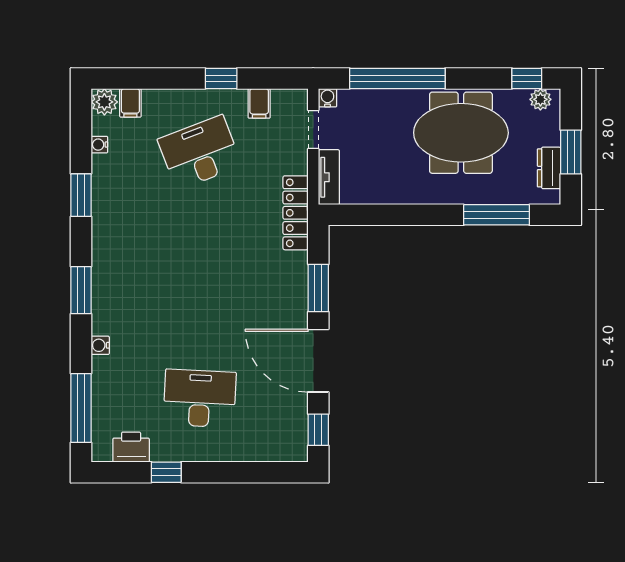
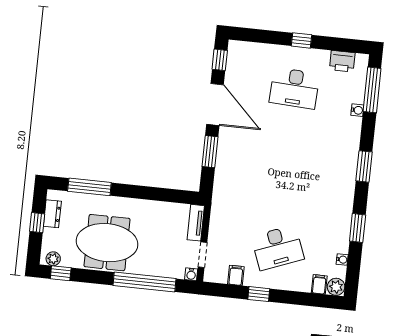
window: (571, 152) -> (37, 223), width x0.67
locker: (296, 213) -> (220, 202), removed
water cooler: (100, 345) -> (357, 110), moved
window: (166, 472) -> (301, 40), moved

